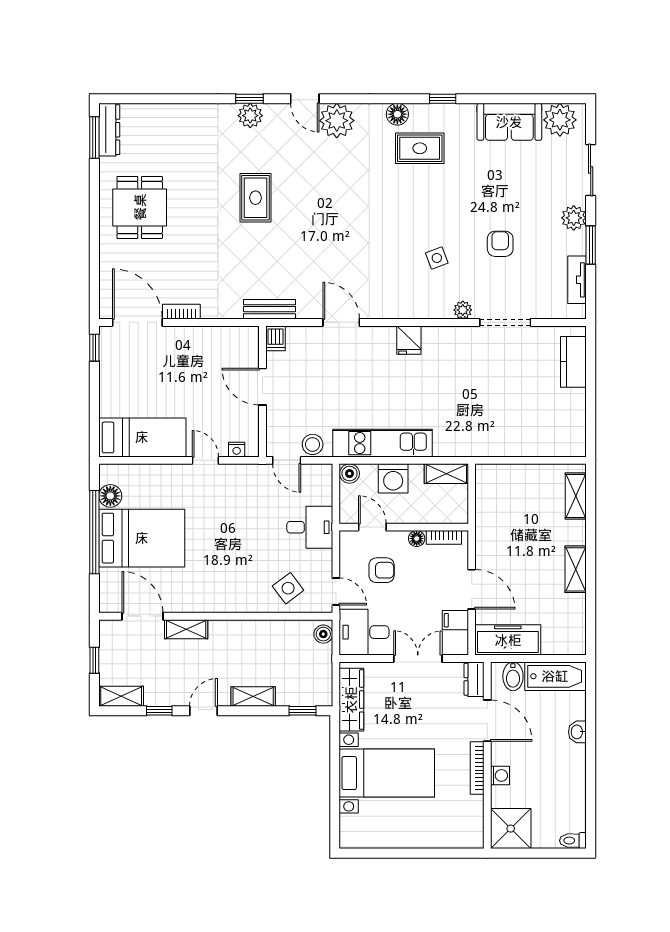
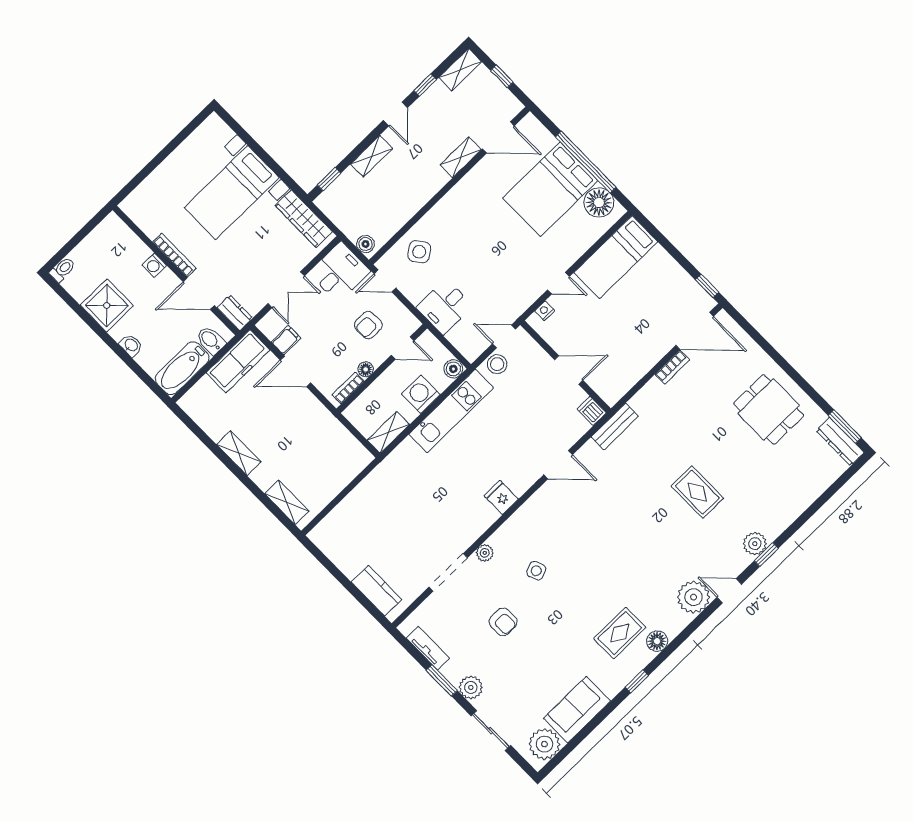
floor lamp: (110, 496) -> (599, 203), width x1.38, depth x1.38
shower: (511, 829) -> (107, 305), moved

